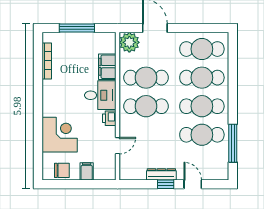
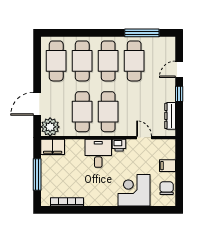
filing cabinet: (107, 67) -> (53, 147), moved
dresser: (161, 174) -> (170, 116), moved

